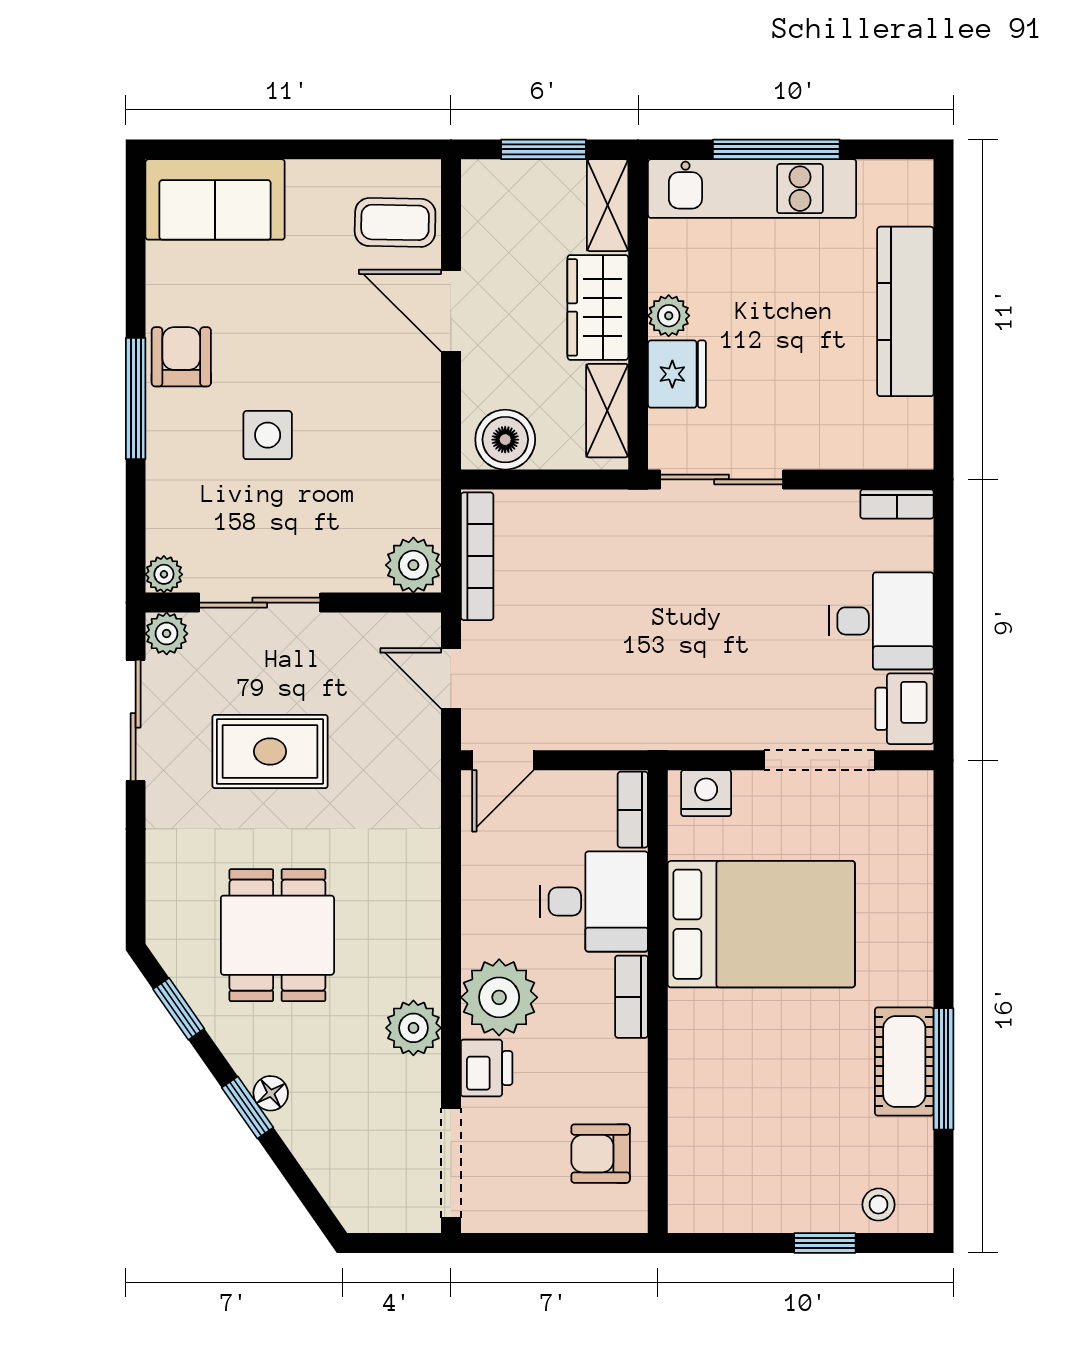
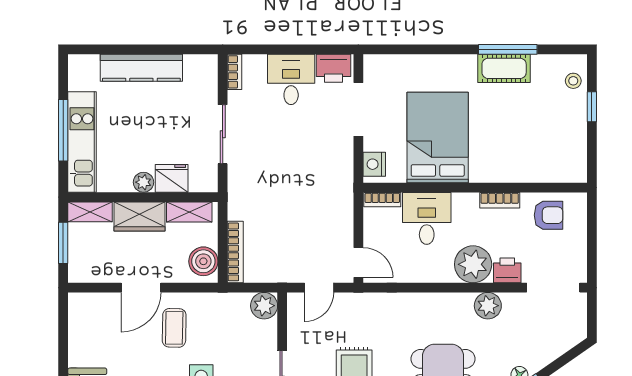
coffee table: (395, 222) -> (174, 328), moved
sliding door: (722, 479) -> (223, 134), moved
bookcase: (477, 556) -> (235, 252), moved, turned 90
bookcase: (632, 997) -> (500, 200), moved
armchair: (601, 1154) -> (549, 215), turned -90

